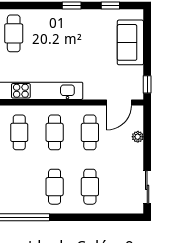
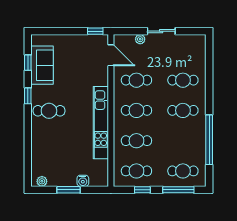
cafe table: (14, 33) -> (49, 111), moved
sofa: (130, 42) -> (42, 65), moved, turned -90
sliding door: (147, 187) -> (161, 31), moved

